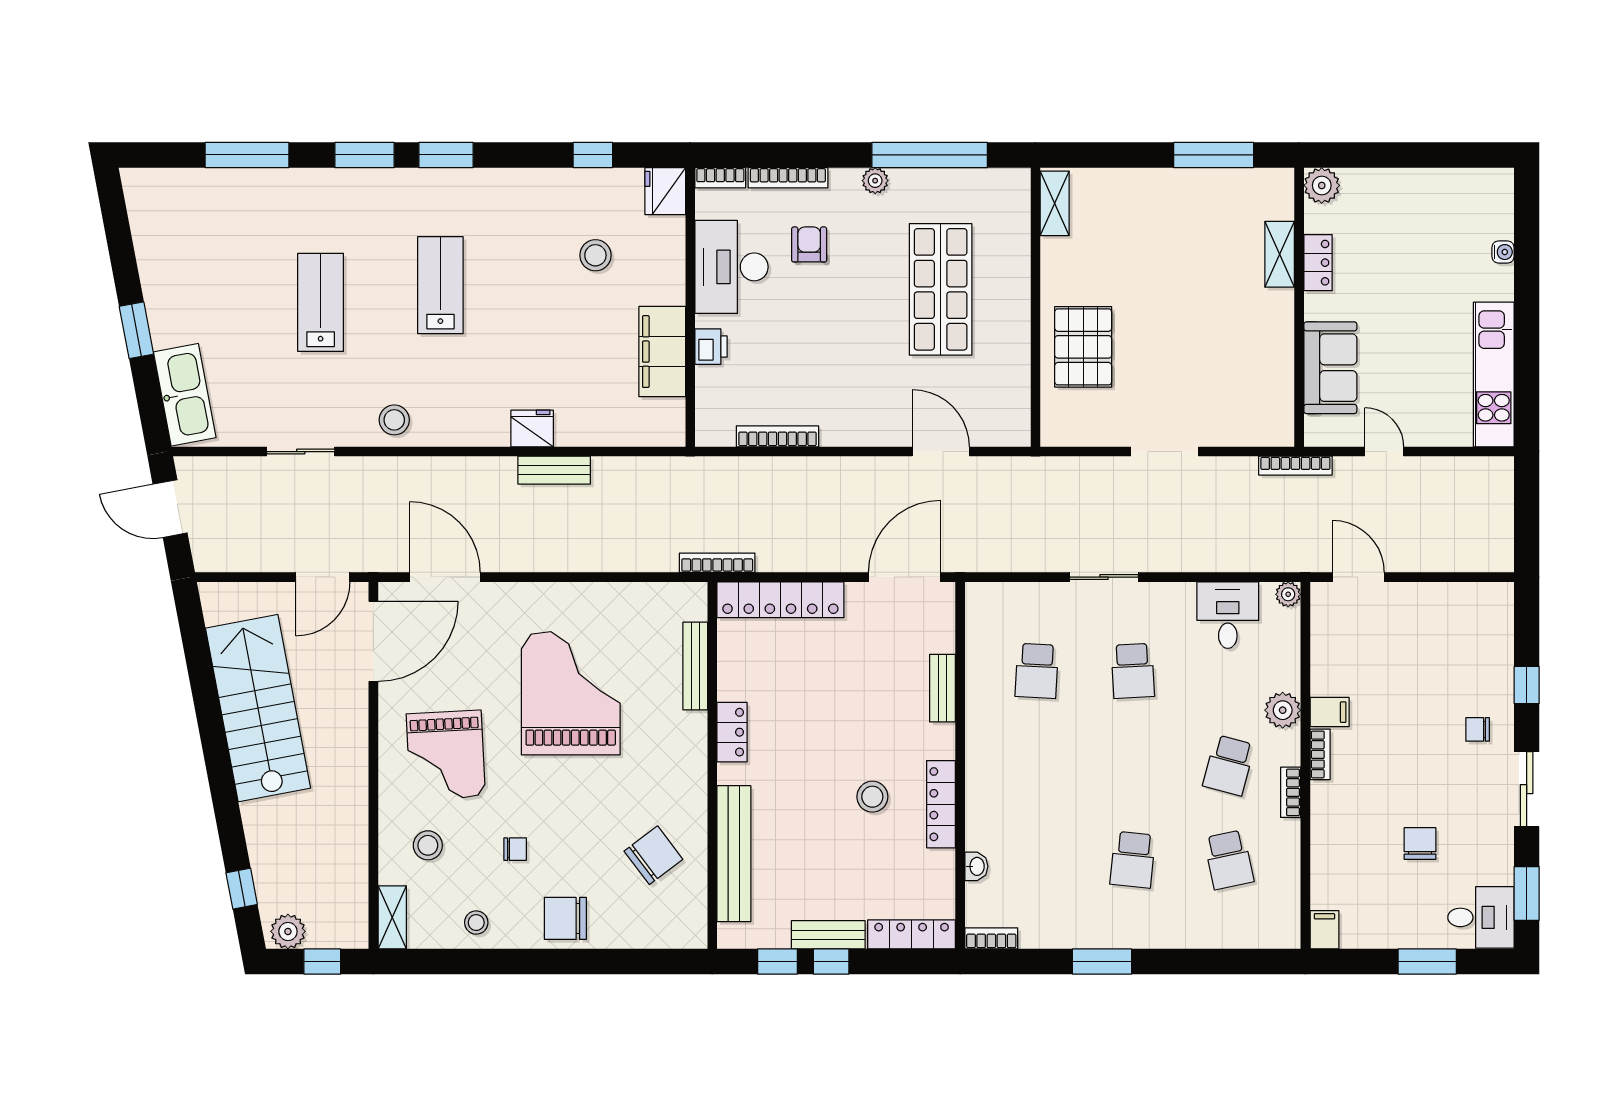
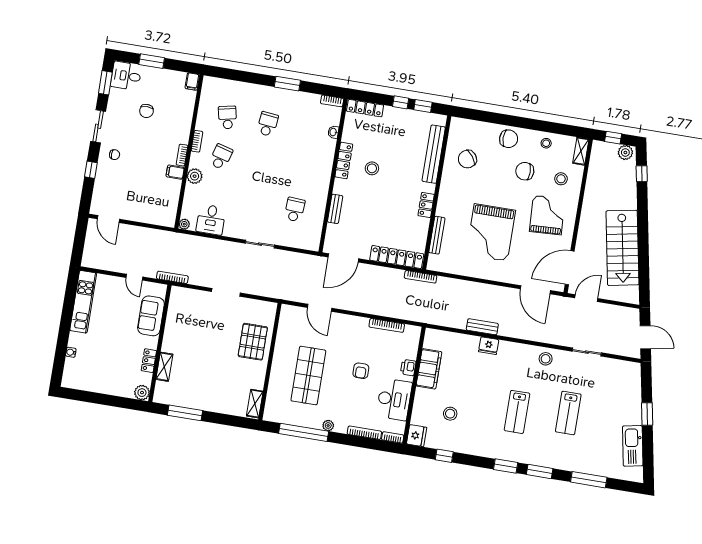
armchair: (809, 244) -> (361, 371), moved
kitchen sink: (185, 395) -> (633, 446), moved
door: (1358, 577) -> (108, 219), moved
school desk: (1133, 671) -> (254, 203), removed
chair: (515, 849) -> (525, 171), width x1.87, depth x1.87
bench: (828, 935) -> (400, 114), removed

